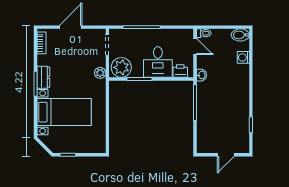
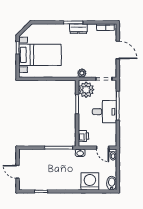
door: (195, 47) -> (103, 148), hinge flipped
washing machine: (243, 57) -> (90, 181), width x1.89, depth x1.89
desk: (158, 62) -> (104, 112), moved, turned 180
bed with nightstands: (64, 112) -> (40, 55), moved, turned -90

